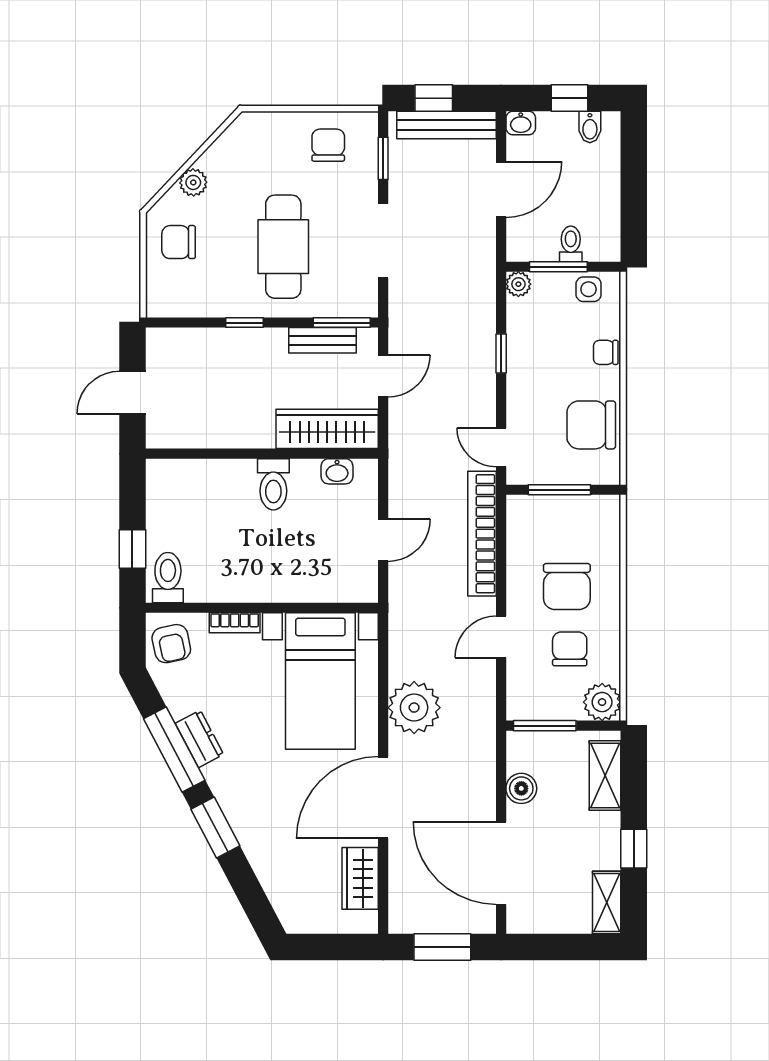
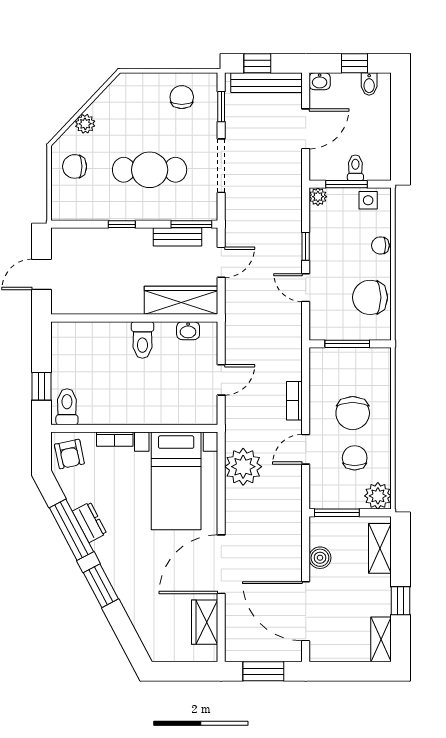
cafe table: (283, 247) -> (150, 170), turned 90
door: (501, 447) -> (306, 288), moved
bookcase: (482, 534) -> (294, 401), width x0.43, depth x0.76
plant: (414, 708) -> (243, 467), moved

